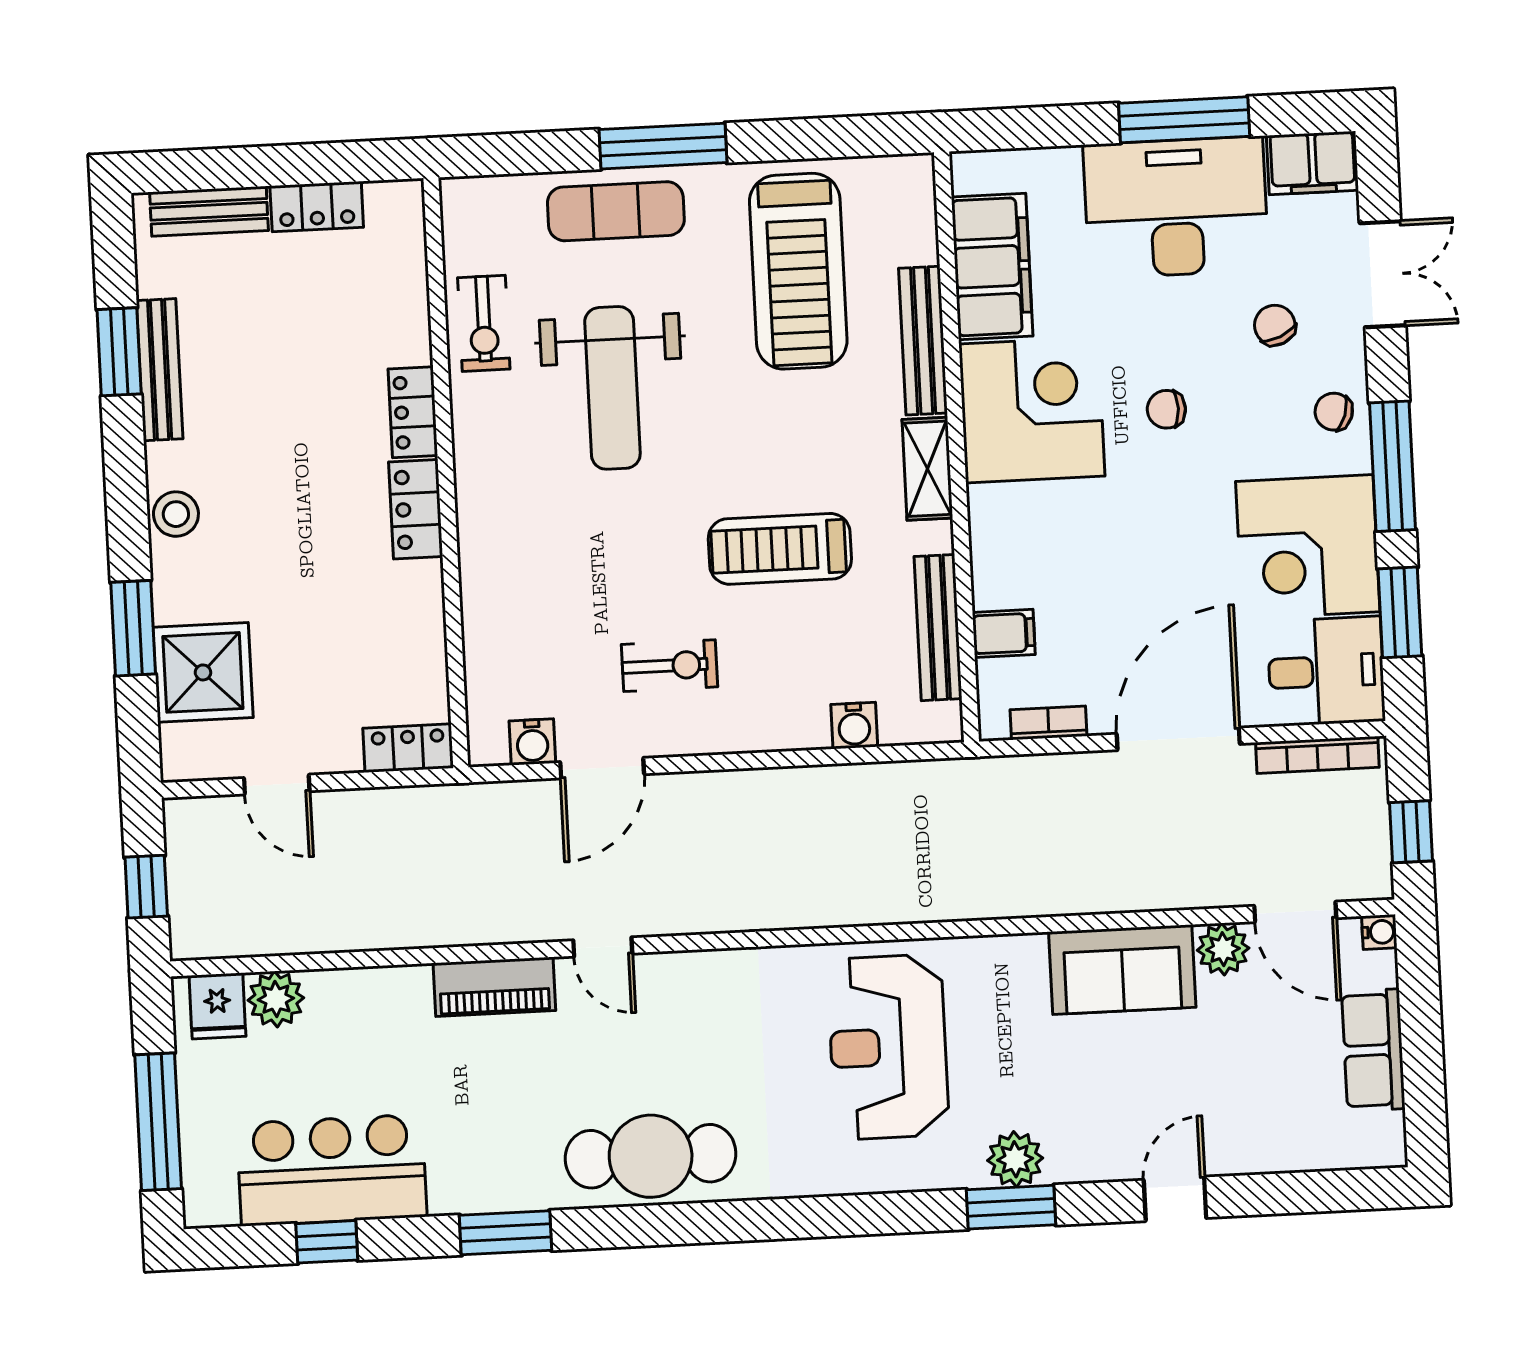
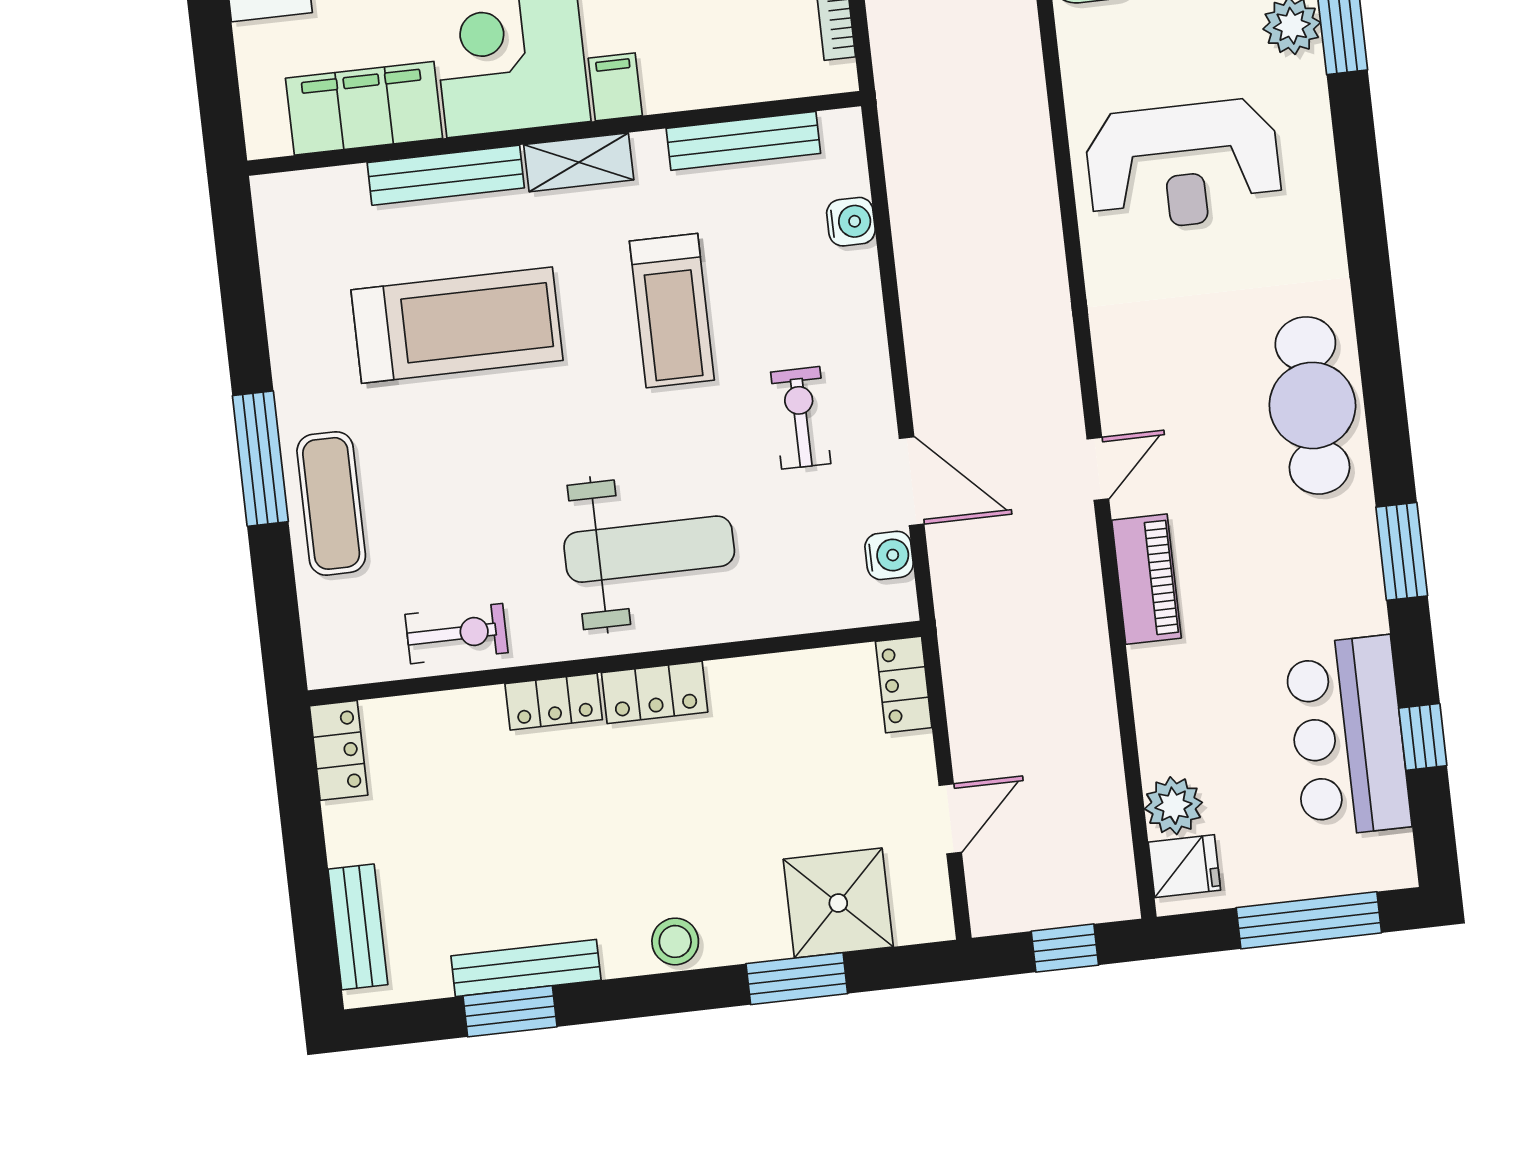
locker: (317, 207) -> (339, 750), moved
treadmill: (798, 271) -> (457, 325), moved
weight bench: (612, 388) -> (649, 549), moved
filing cabinet: (1004, 633) -> (615, 87), moved

